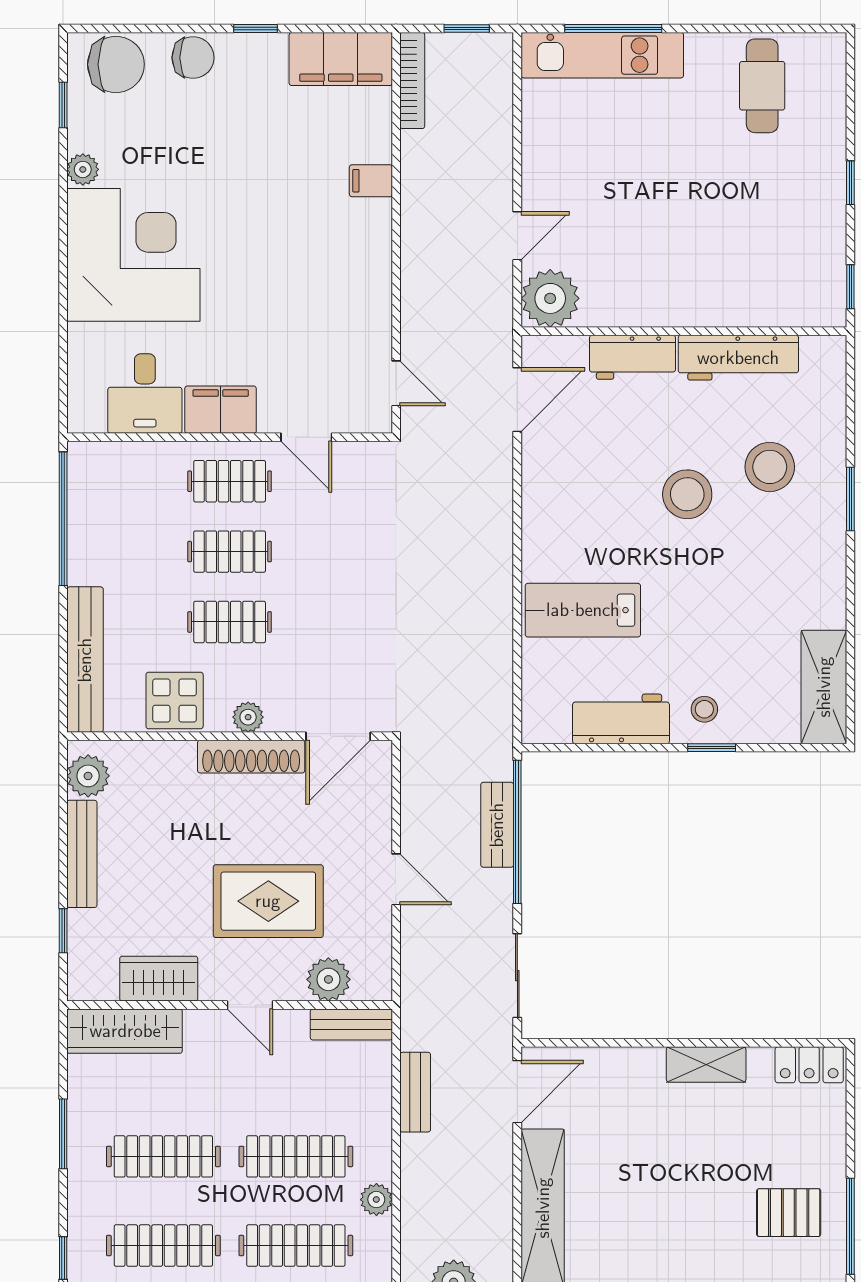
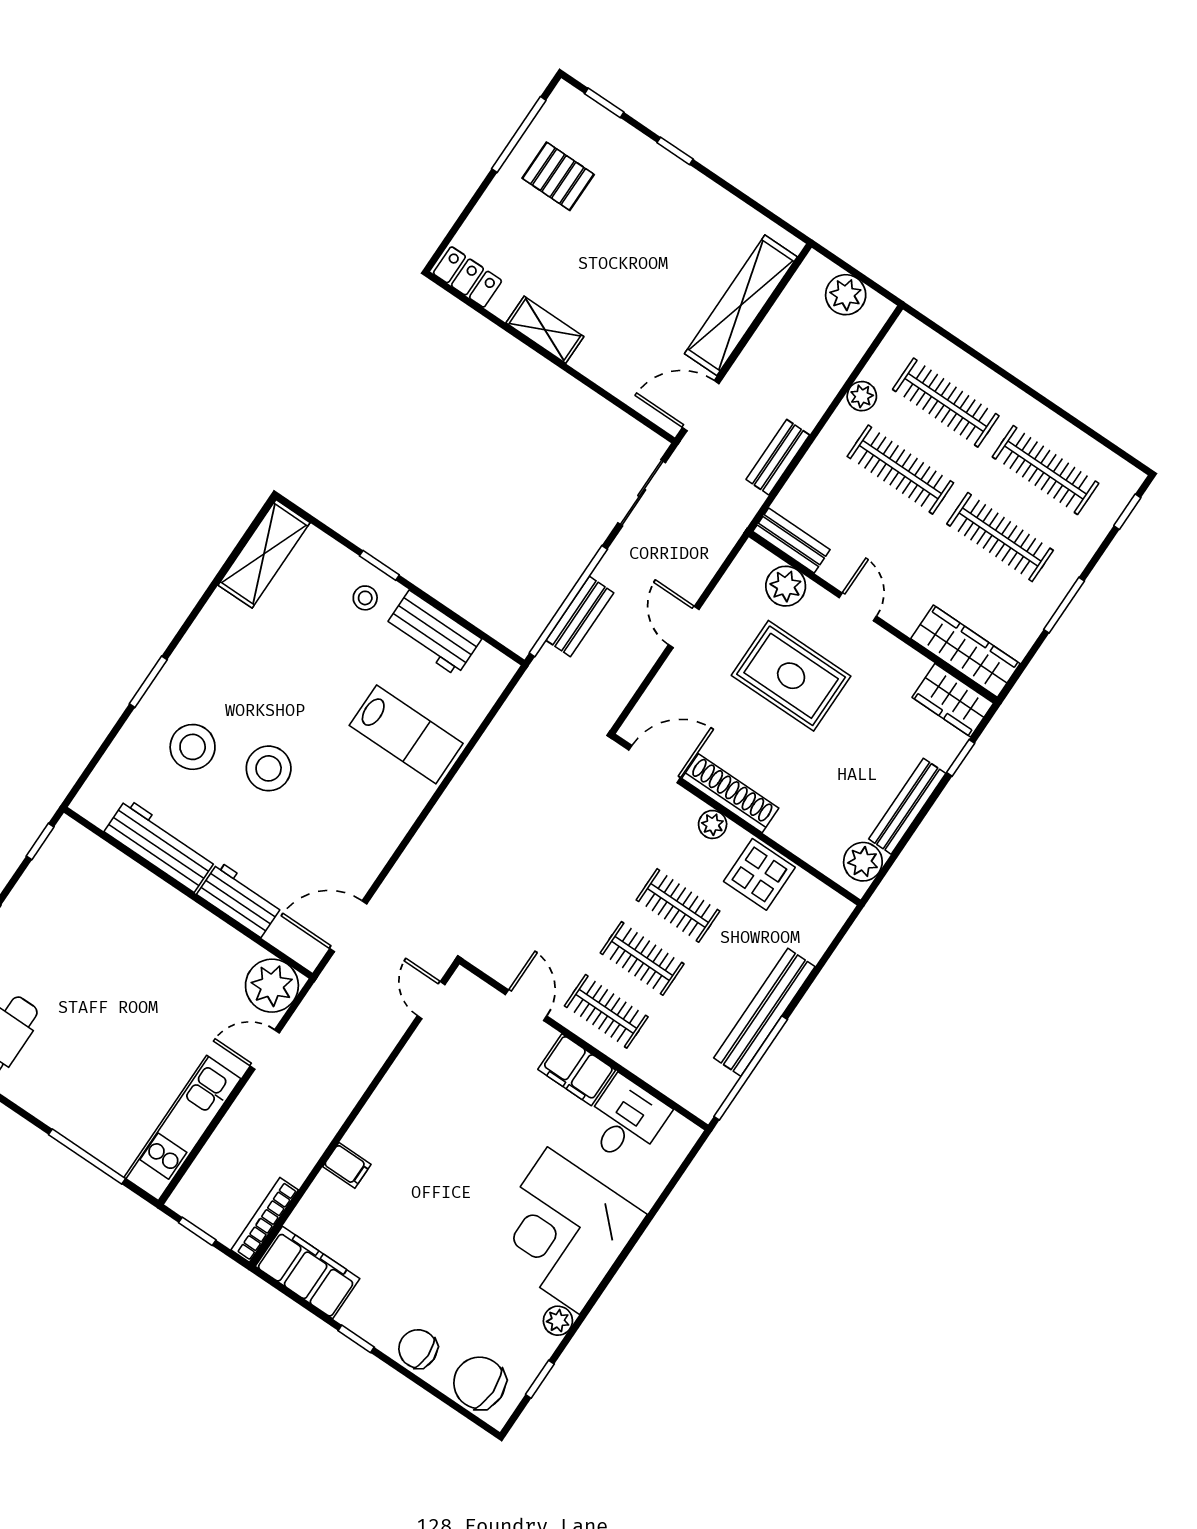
kitchen unit: (602, 55) -> (182, 1128), moved, turned -90
bench: (85, 660) -> (764, 1012), moved
wardrobe: (159, 979) -> (953, 700), moved

